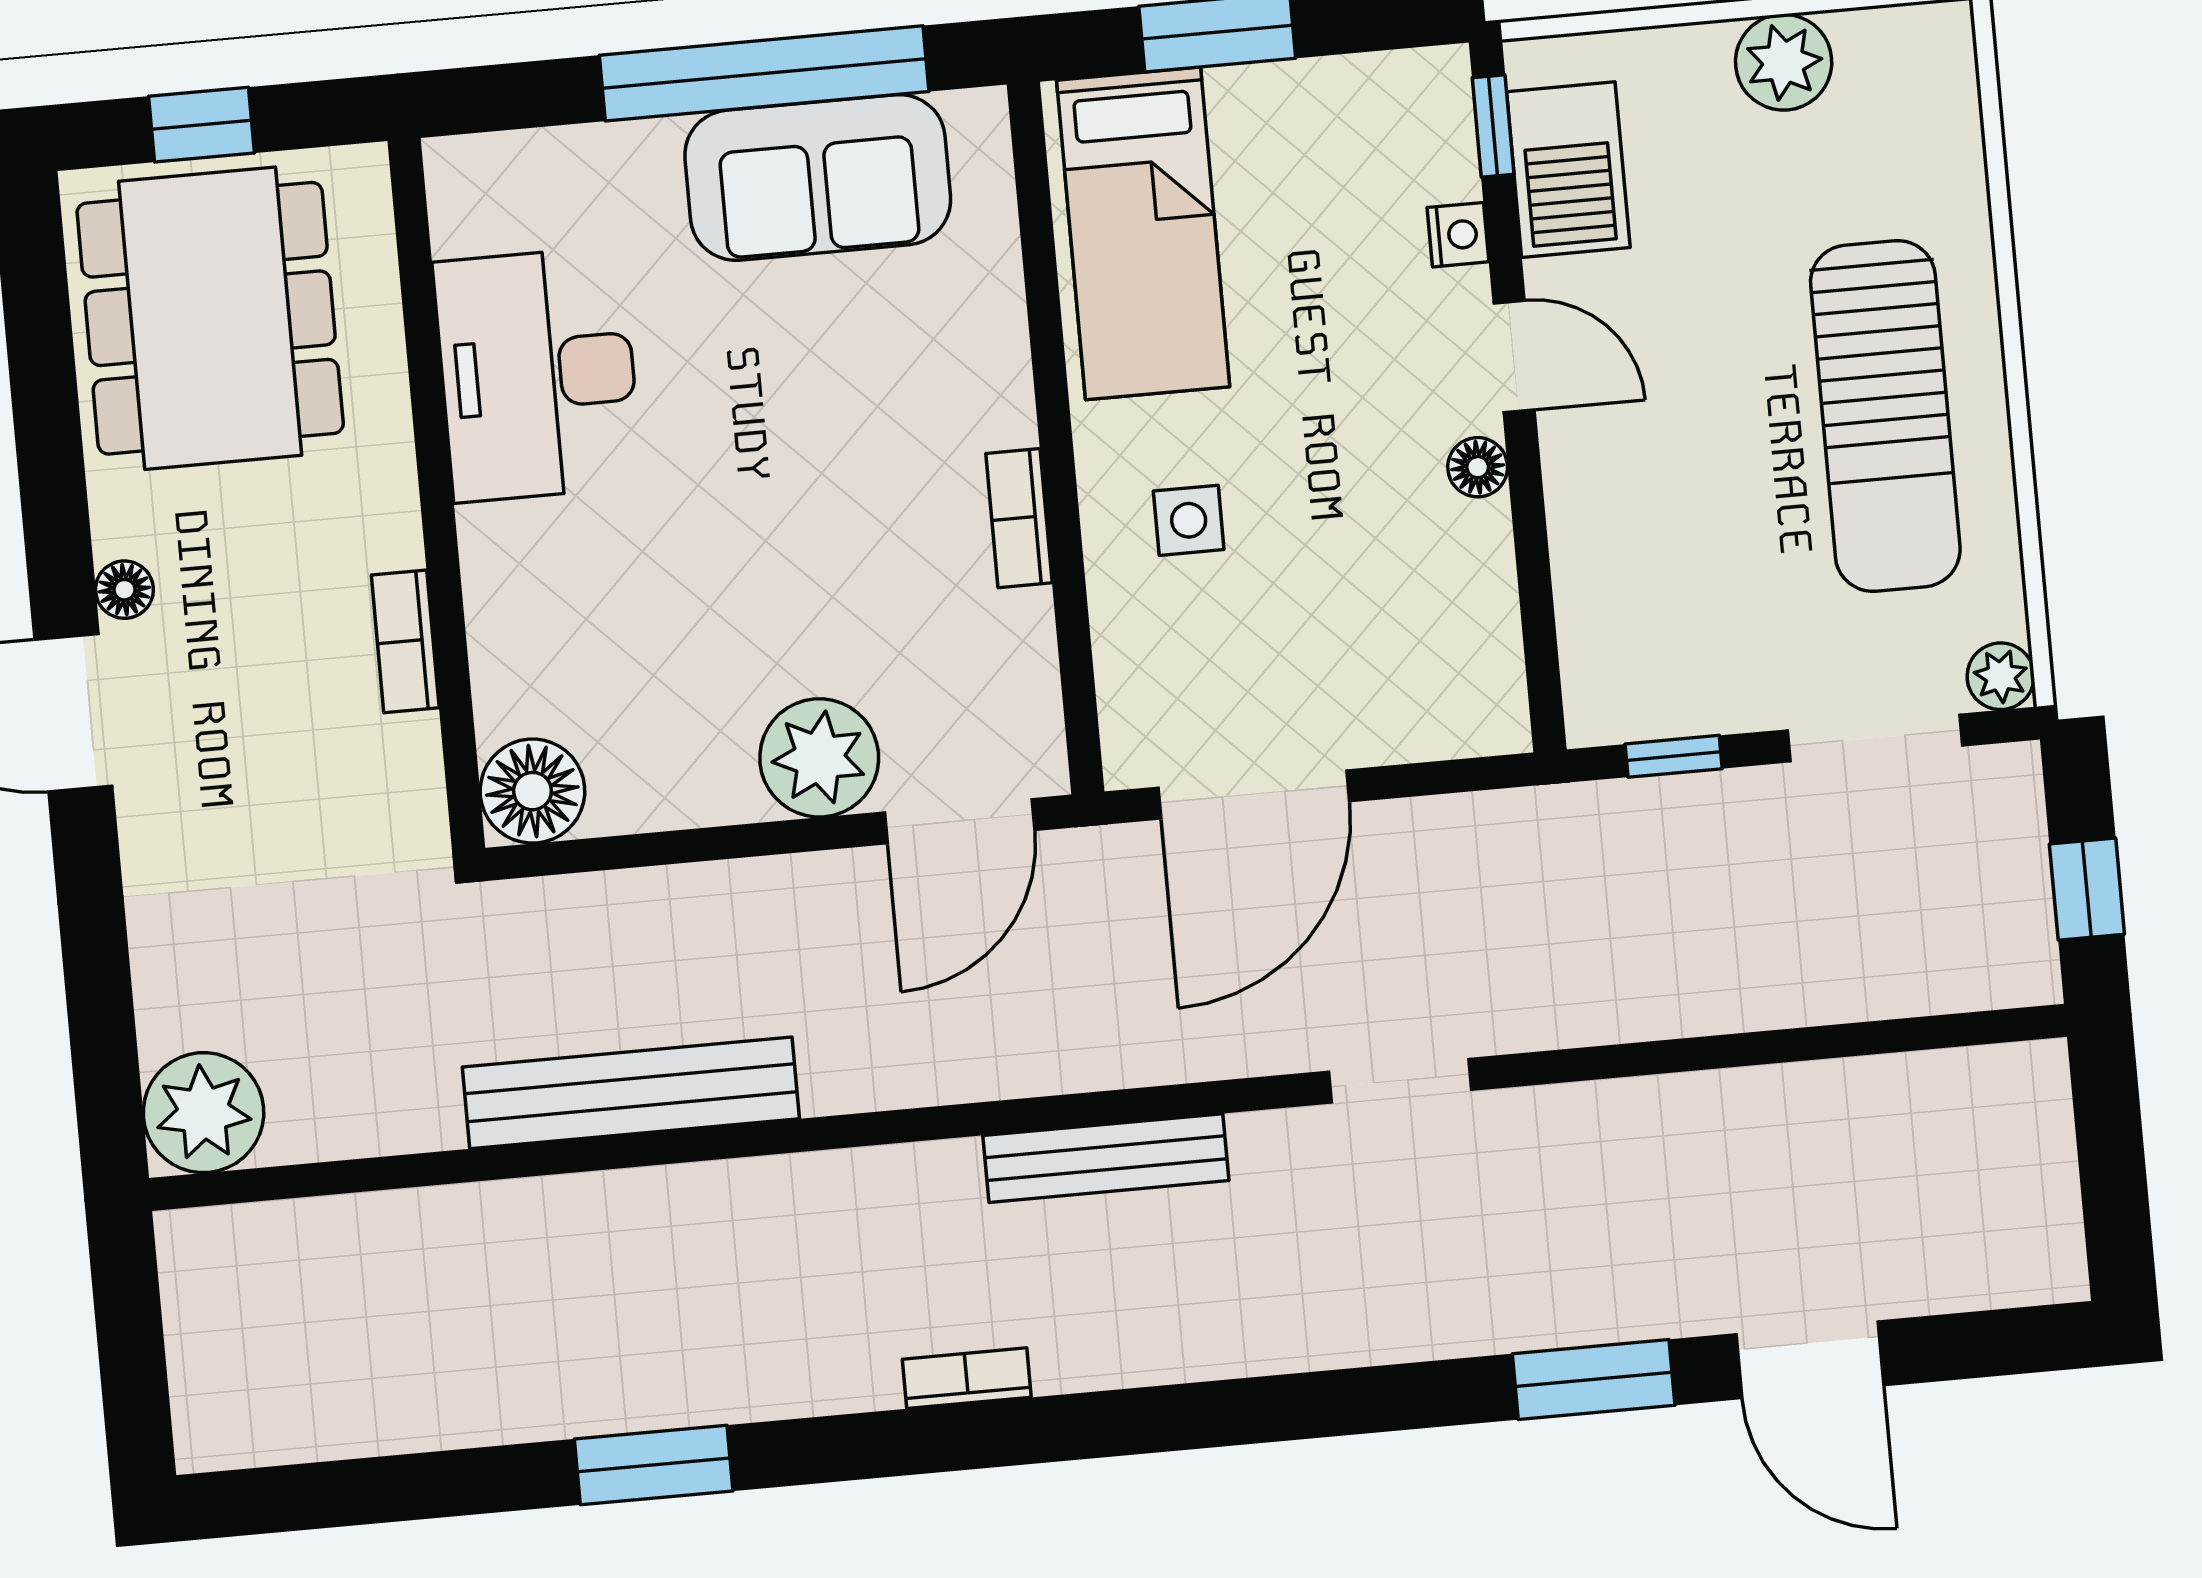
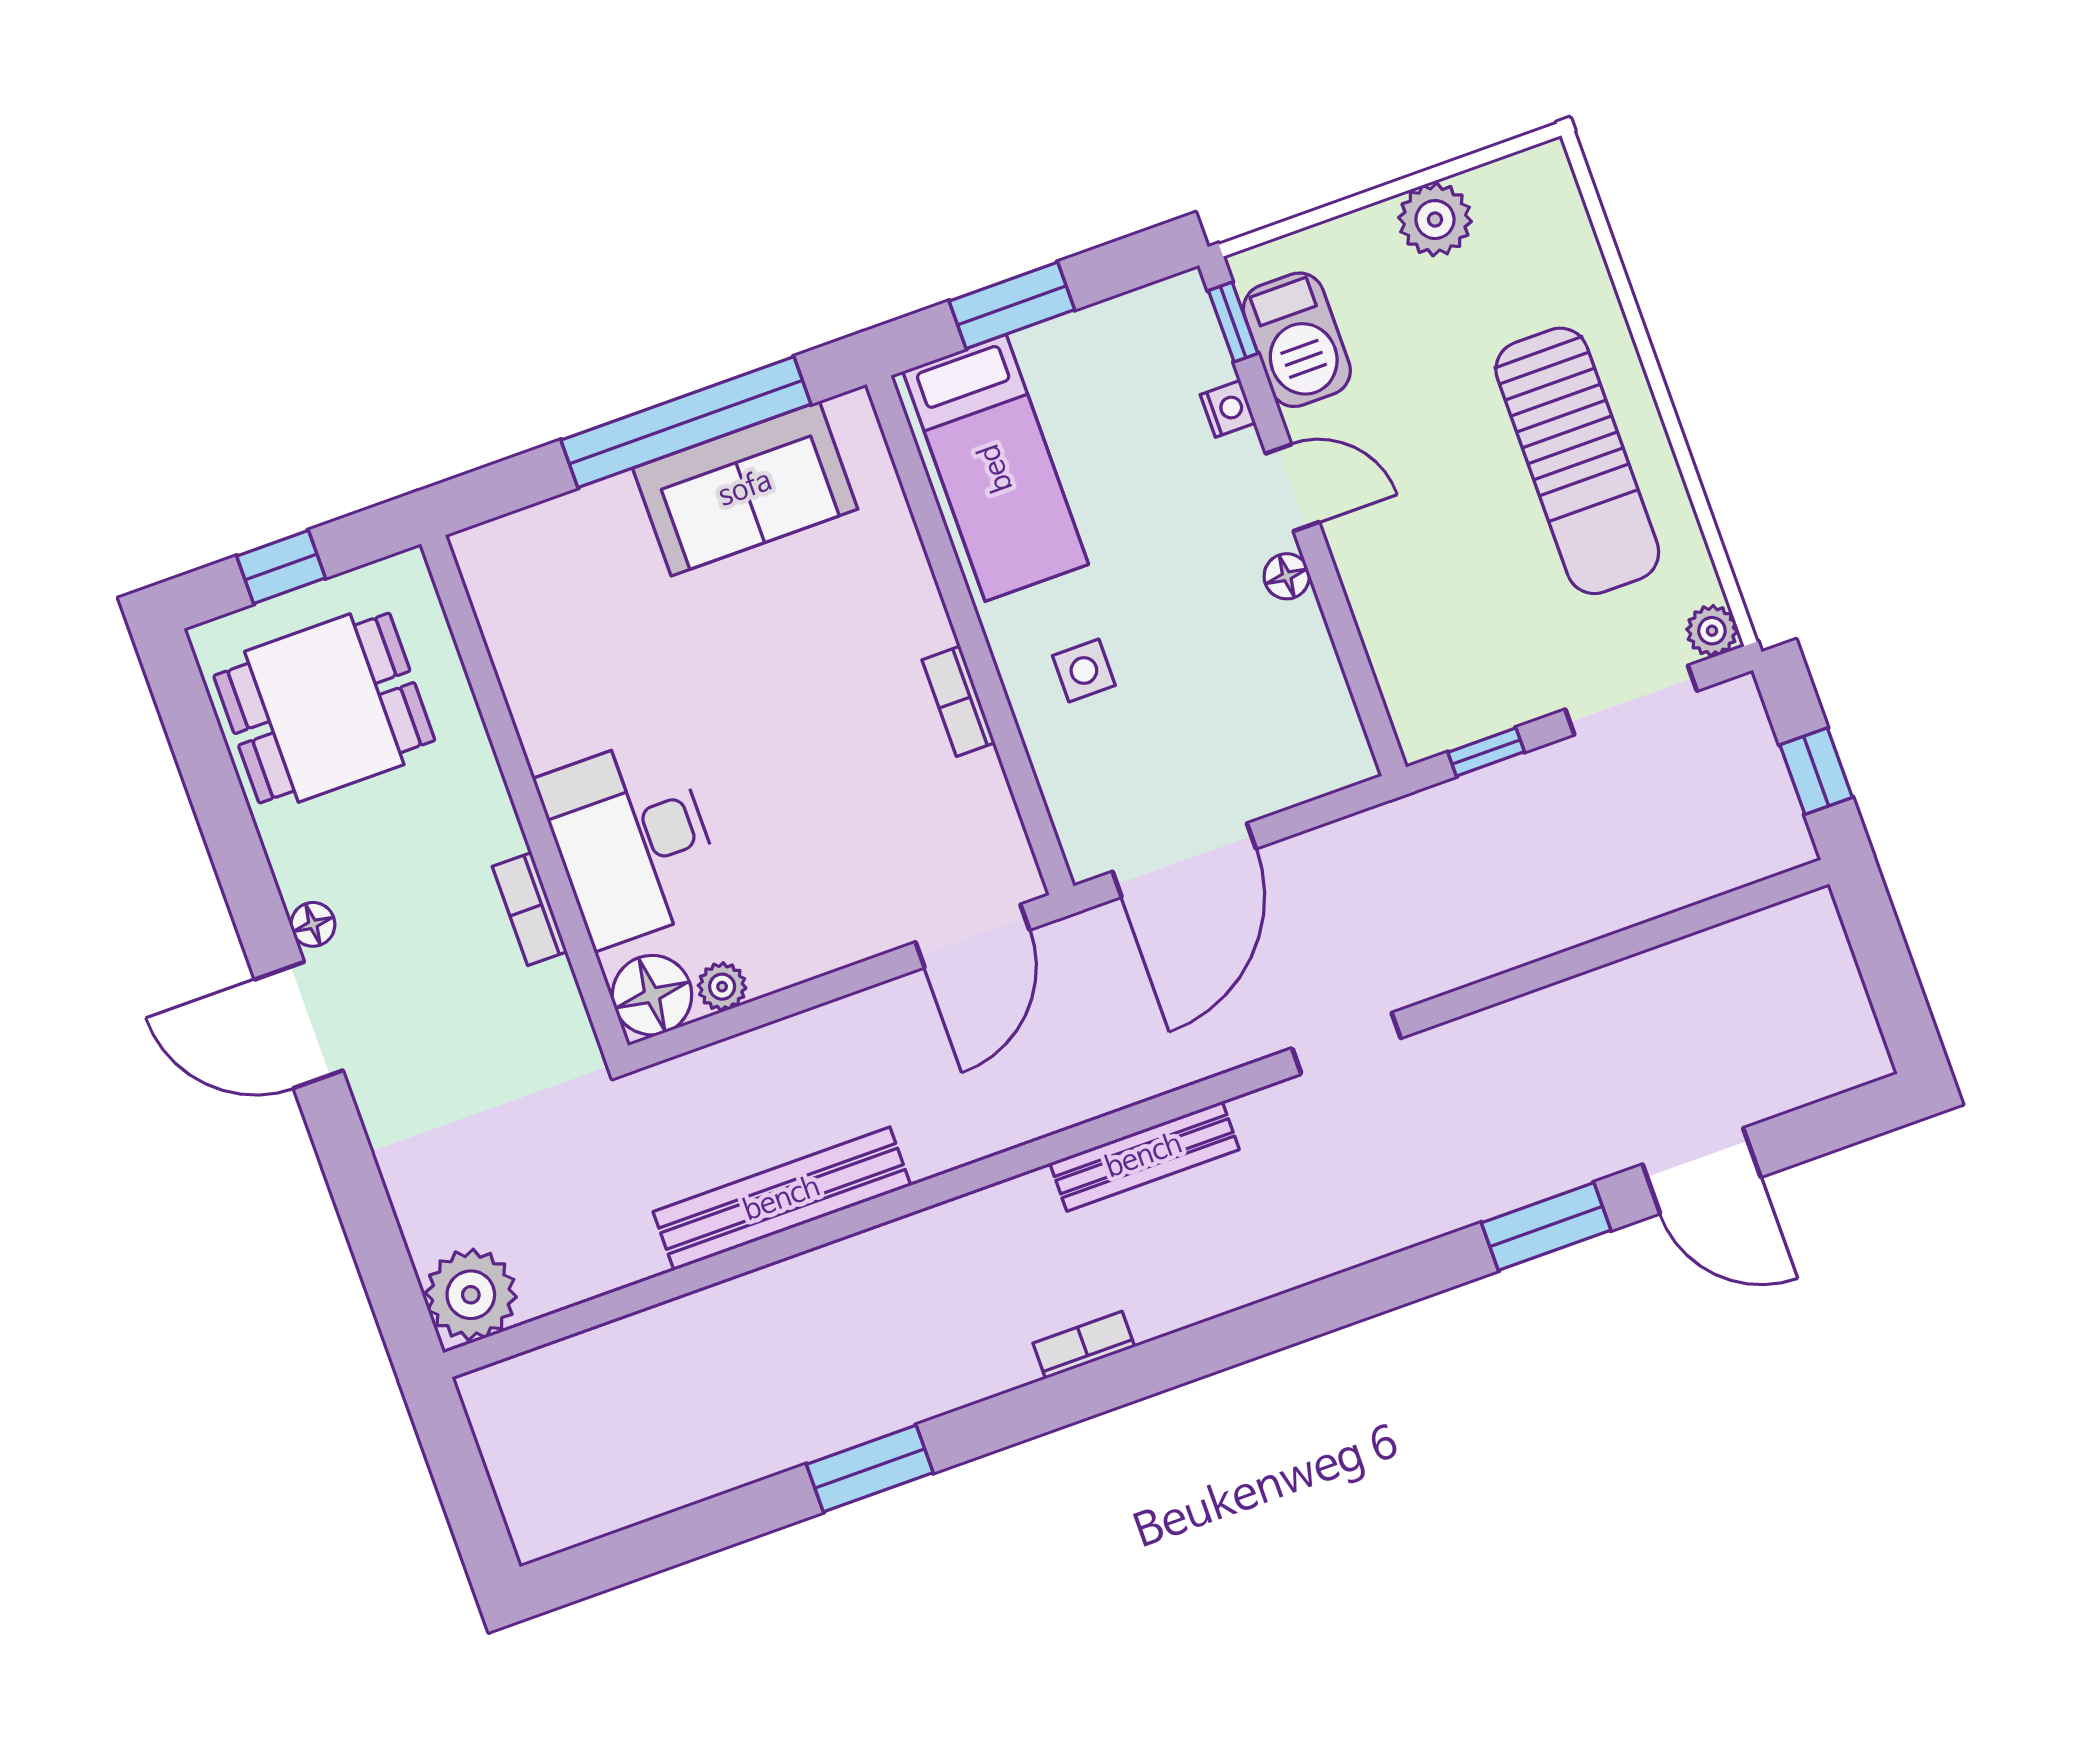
dining table: (210, 318) -> (324, 708), width x0.73
desk: (538, 374) -> (632, 841), moved
plant: (819, 758) -> (722, 987), moved, width x0.53, depth x0.53

